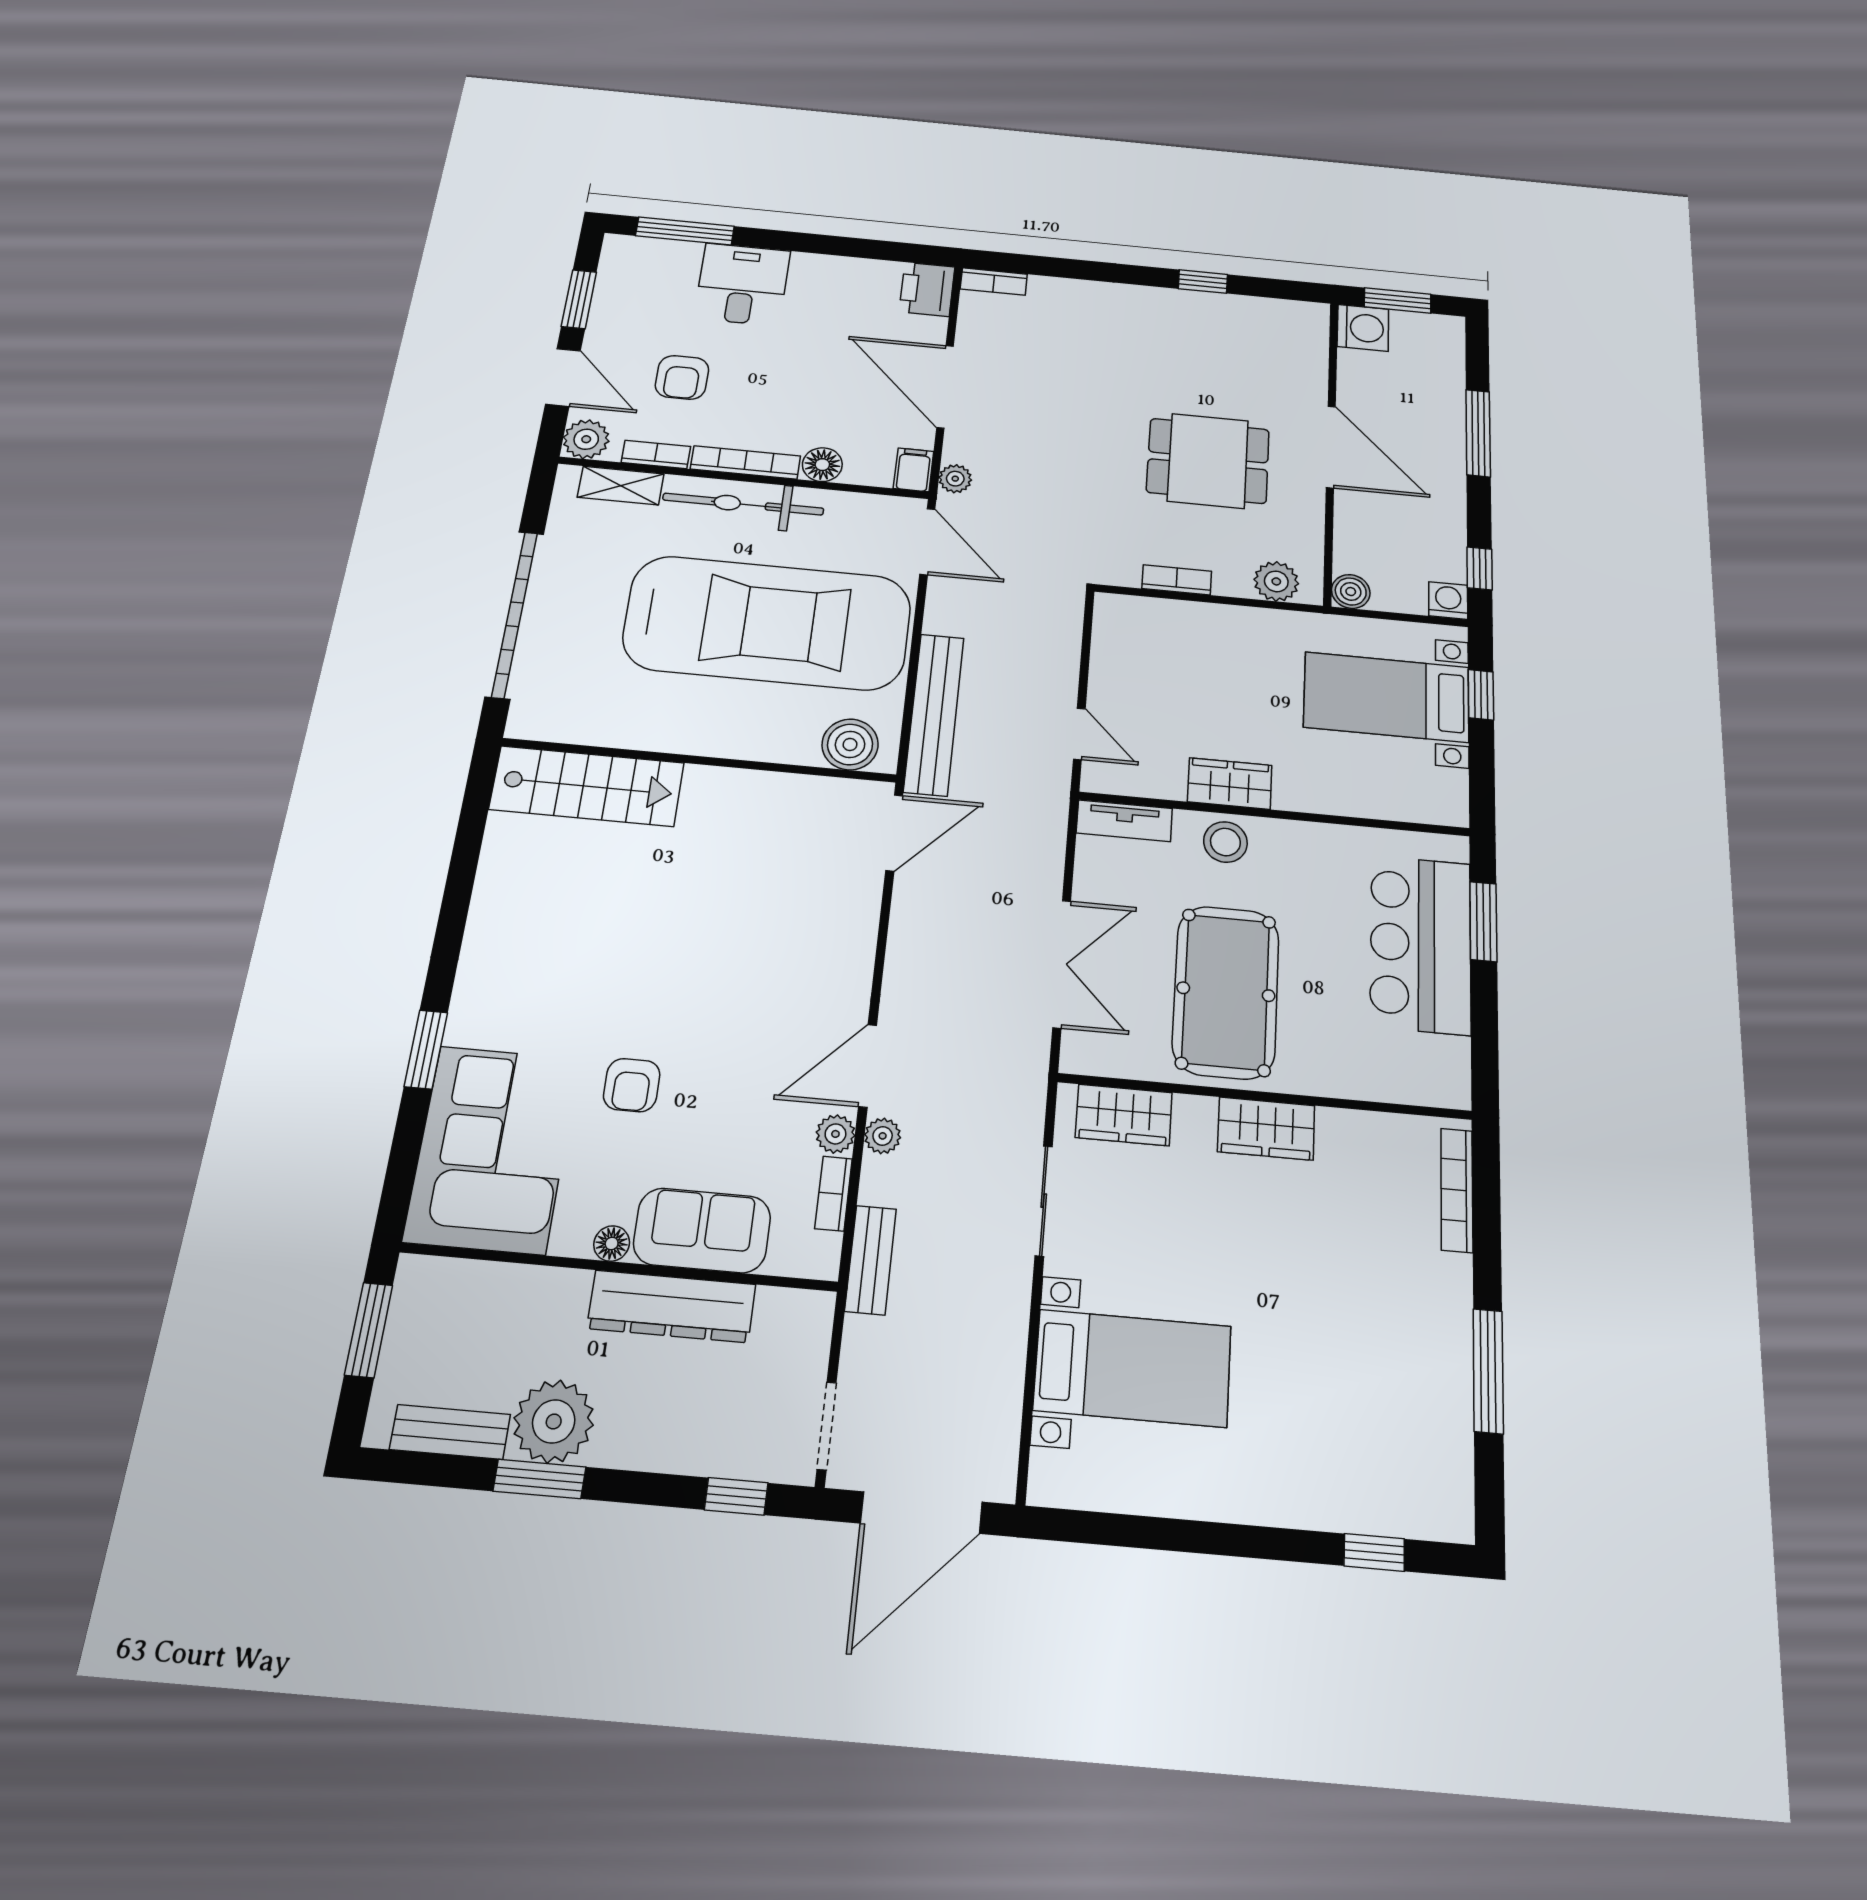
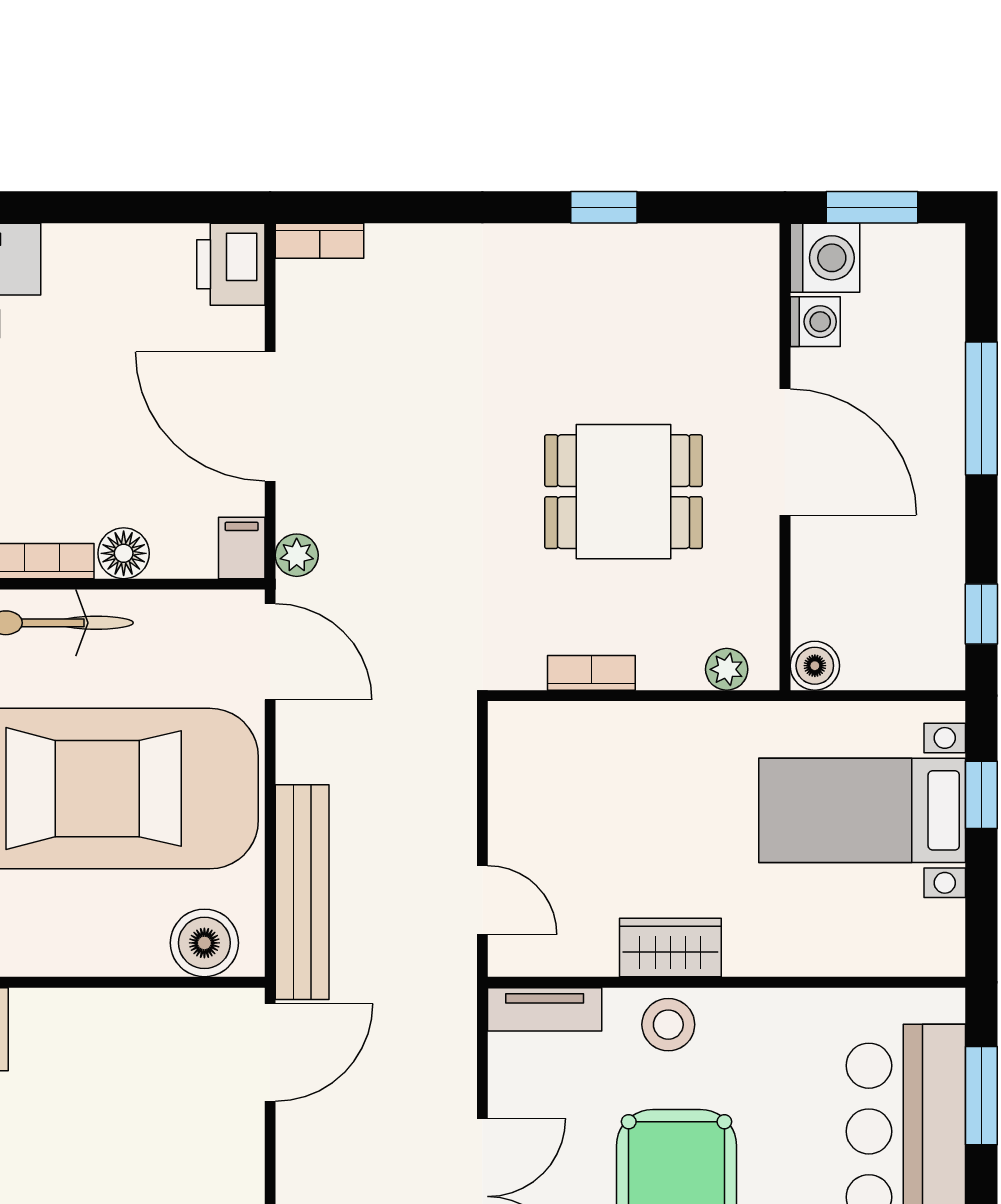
plant: (1276, 581) -> (727, 669), width x0.73, depth x0.73
washing machine: (1448, 601) -> (815, 322), moved, turned 90

